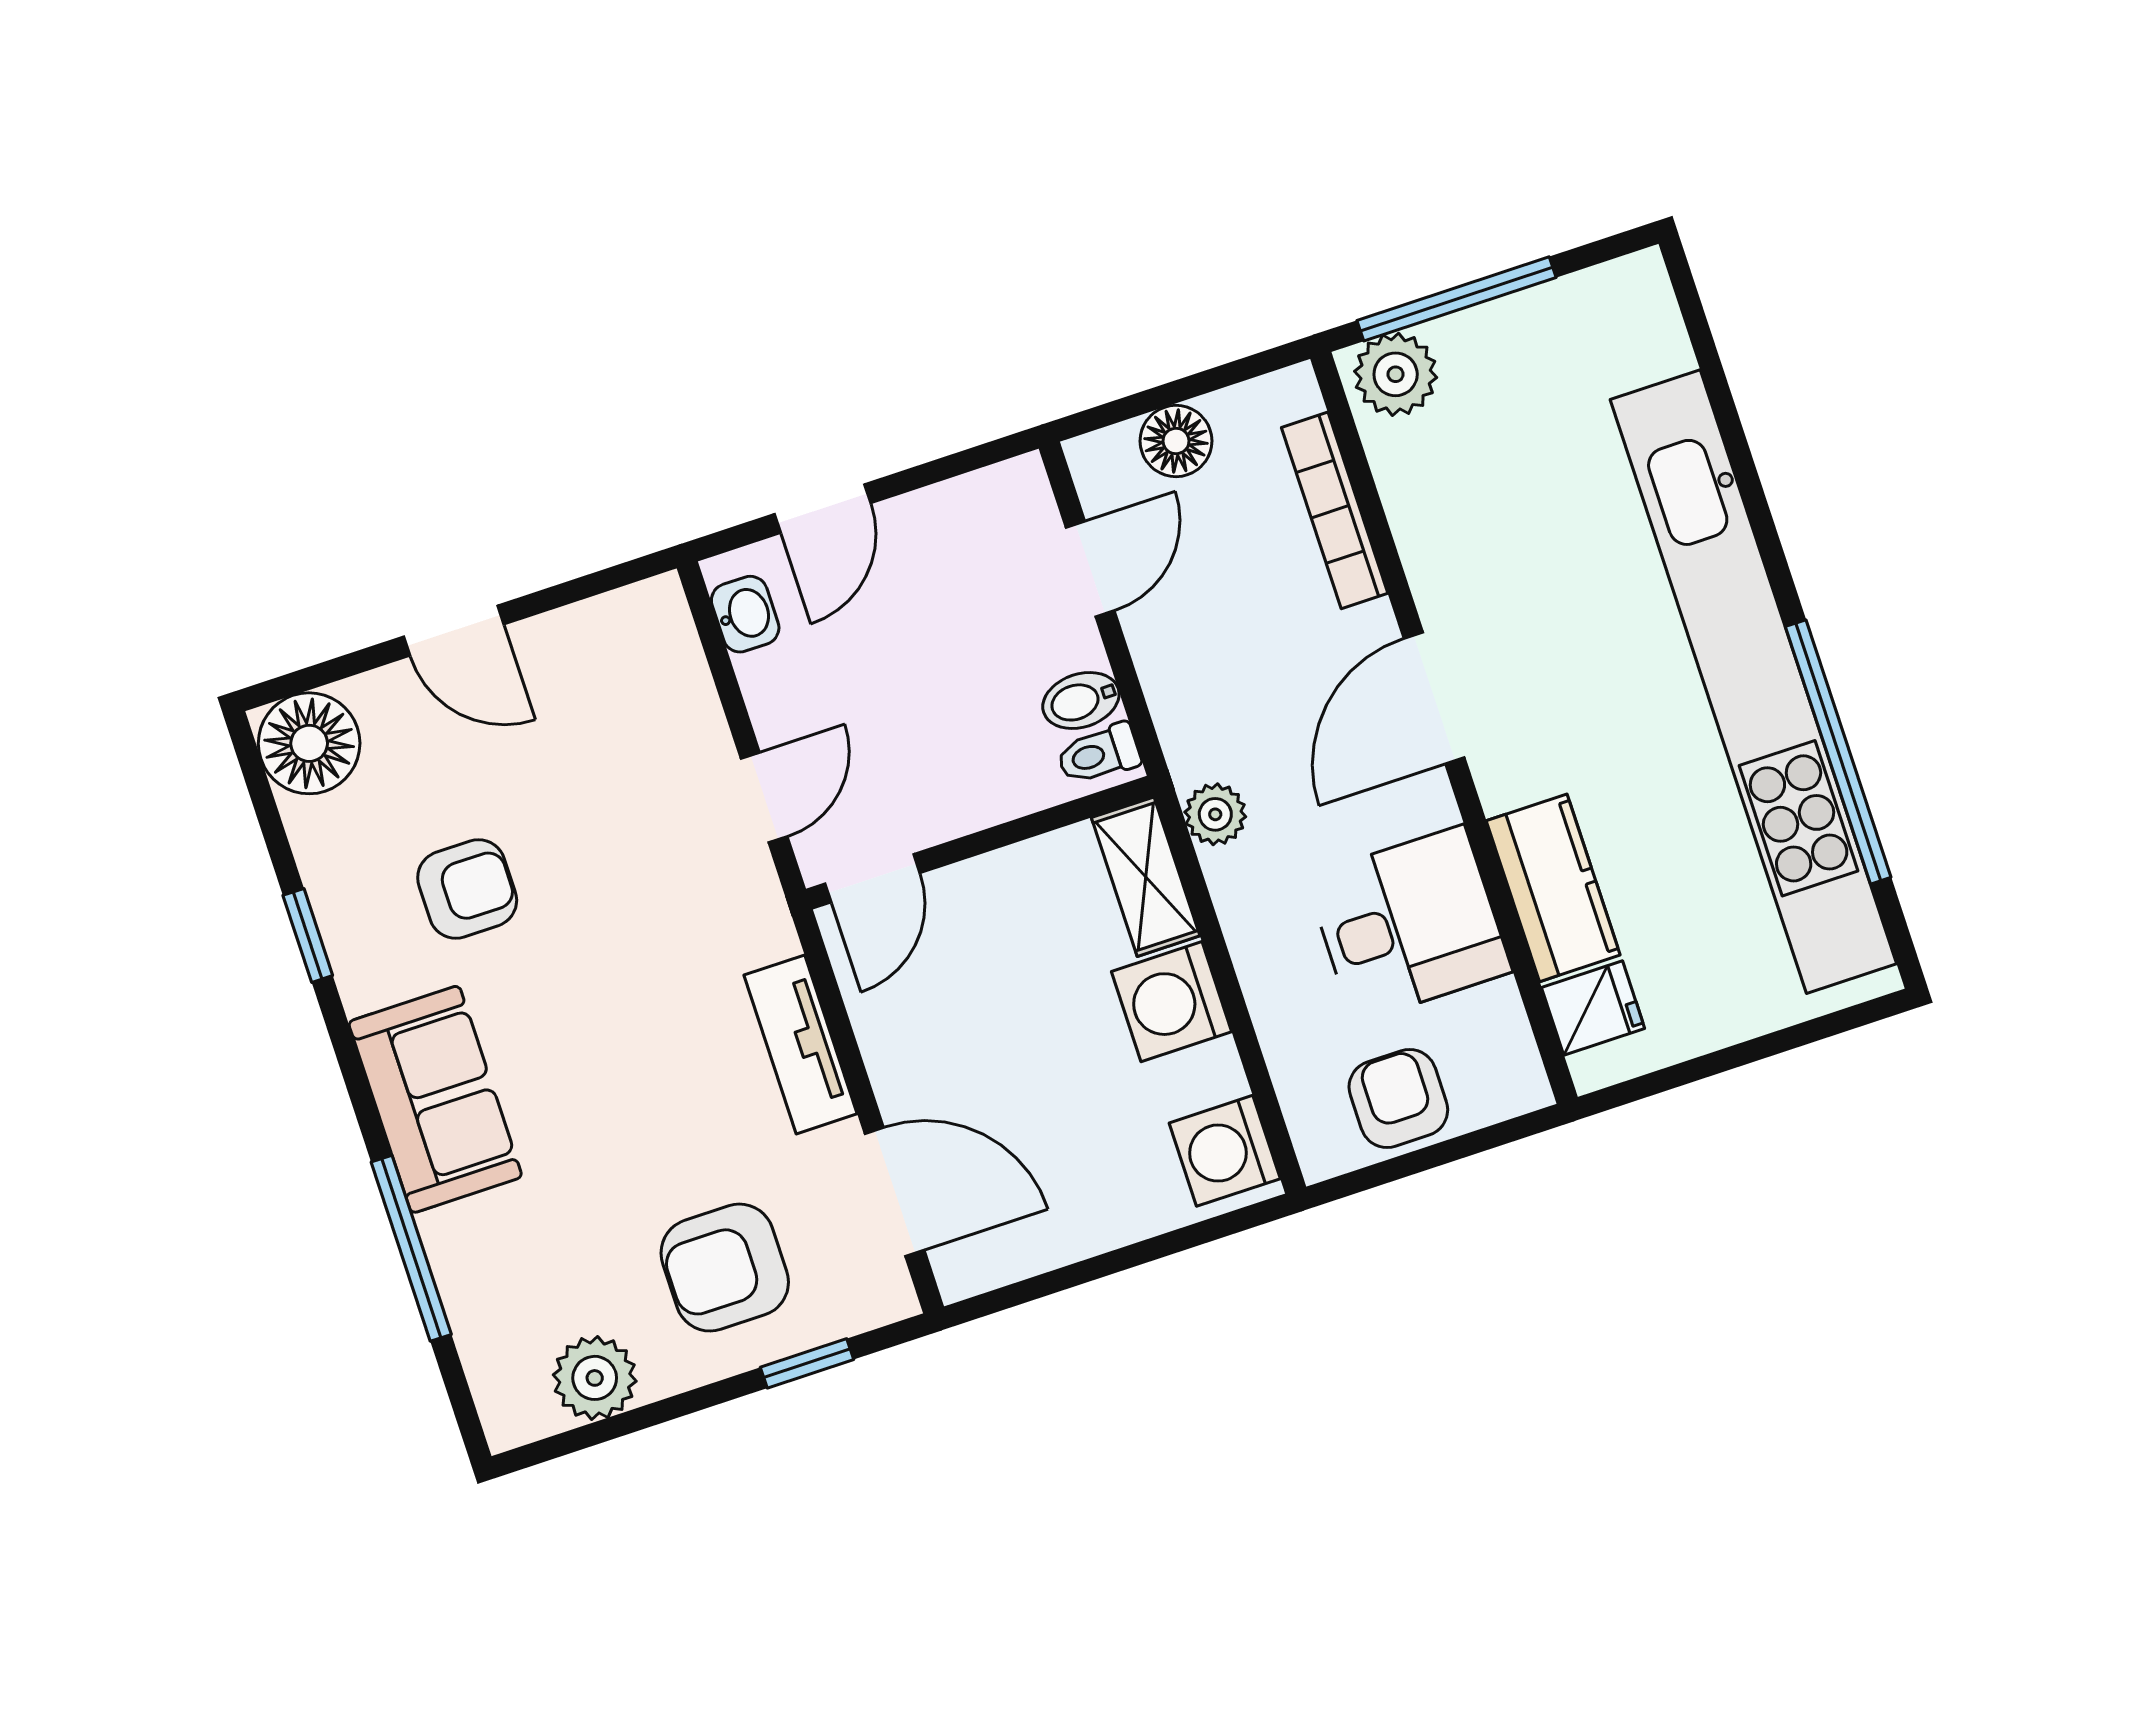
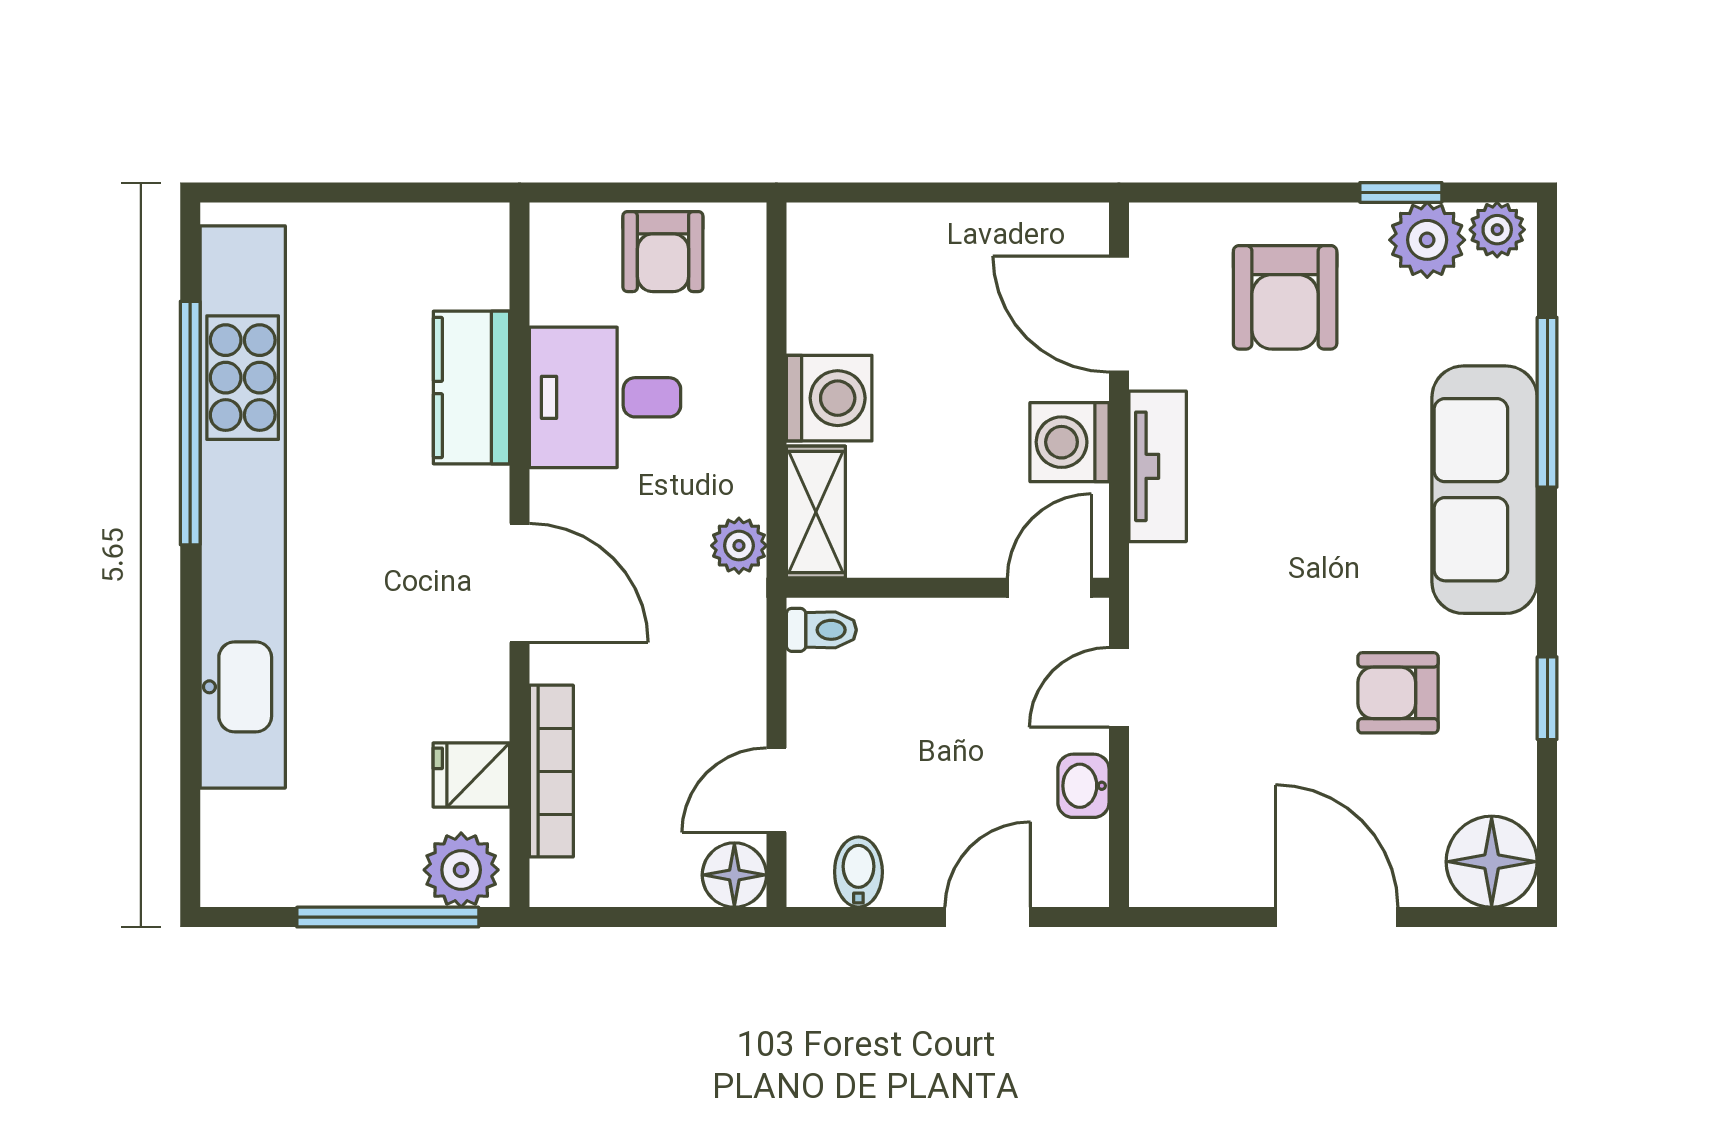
floor lamp: (1176, 441) -> (734, 875), moved
washbasin: (745, 614) -> (1083, 786), moved
door: (454, 631) -> (1337, 917), width x1.38
door: (1434, 698) -> (519, 583), hinge flipped
bidet: (1081, 700) -> (858, 872), moved, turned -90
fridge: (1593, 1008) -> (471, 775), moved
sofa: (435, 1099) -> (1485, 490), width x1.36
washing machine: (1225, 1151) -> (1069, 442), moved, turned 180
armchair: (725, 1268) -> (1285, 297), turned 90
window: (807, 1363) -> (1401, 192), moved
plant: (524, 1413) -> (1497, 230), added

